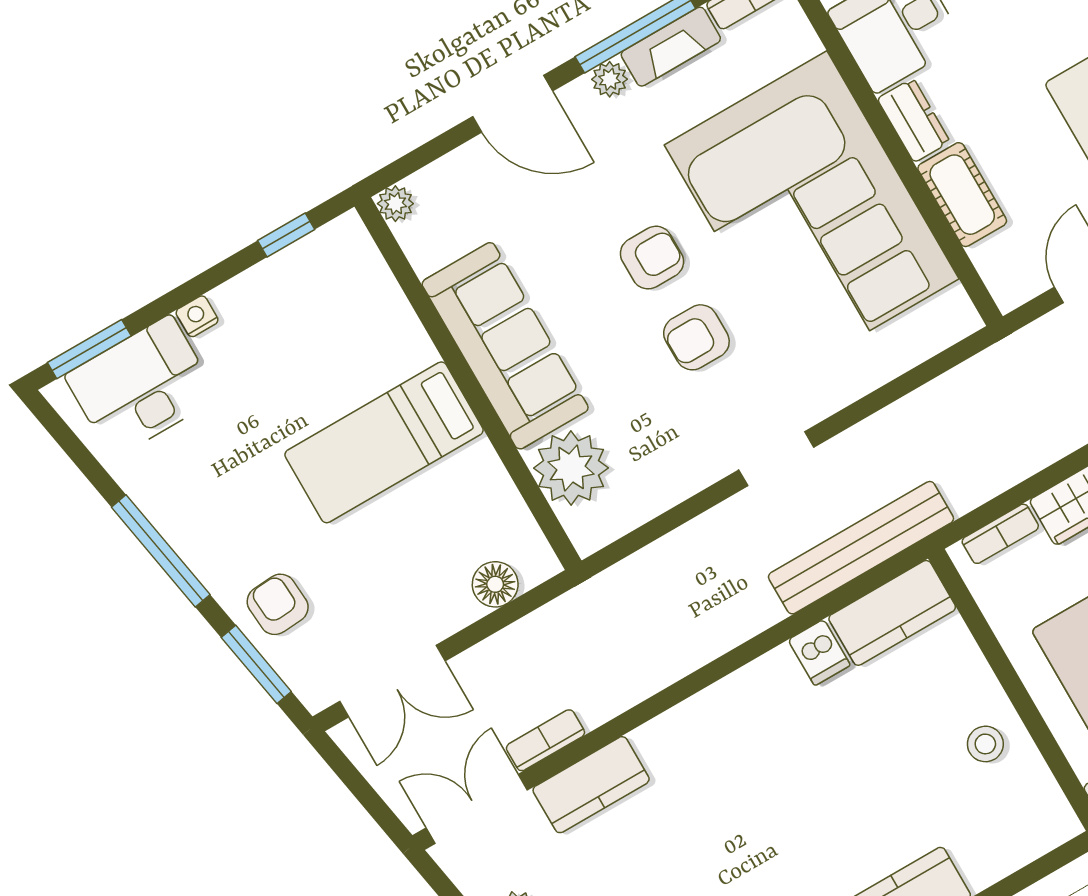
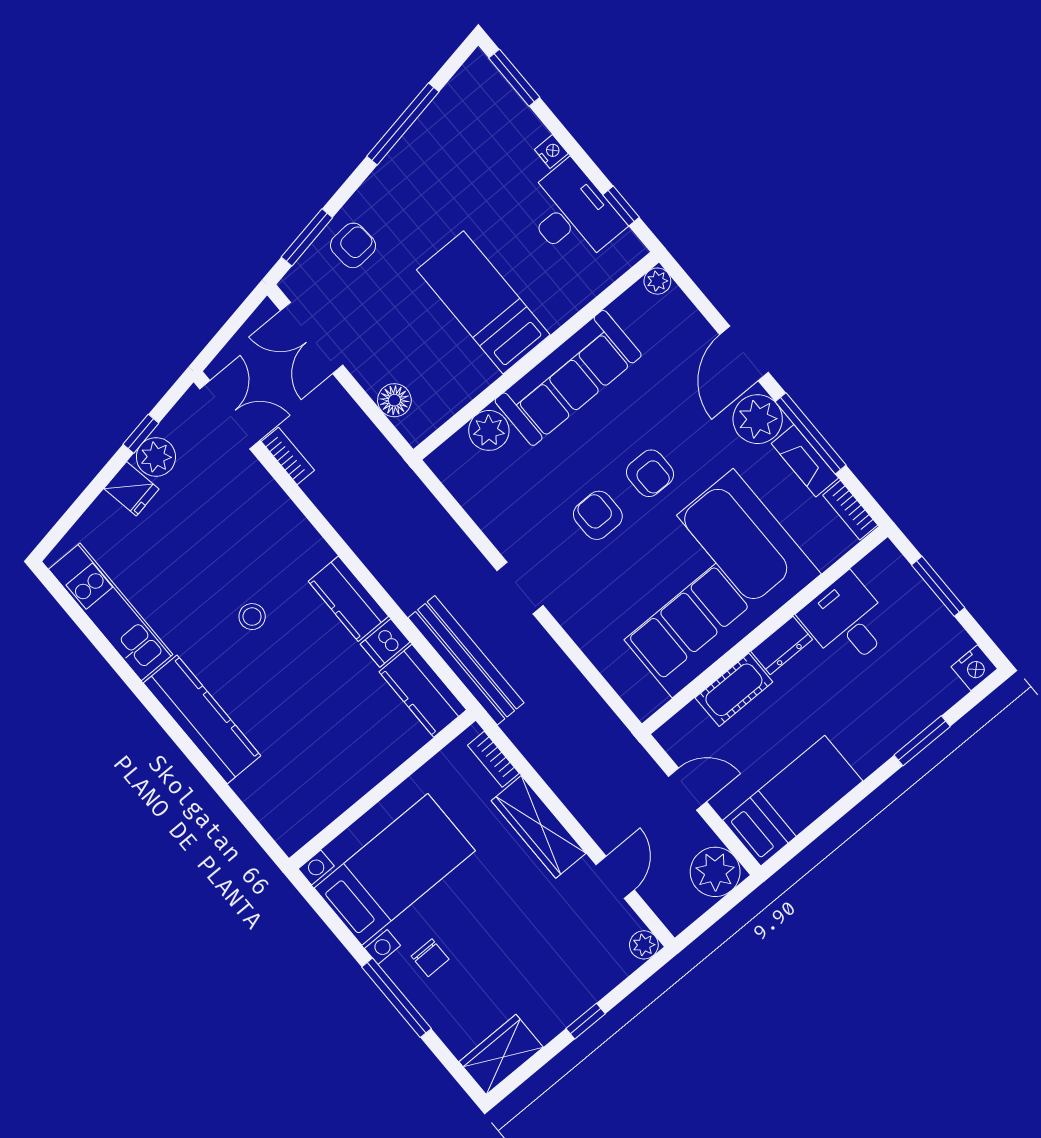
plant: (610, 79) -> (758, 419), width x1.88, depth x1.88
desk: (142, 387) -> (572, 214), moved
plant: (571, 468) -> (489, 430), width x0.73, depth x0.73
window: (161, 551) -> (403, 124), moved
stool: (985, 744) -> (252, 617), moved
kitchen counter: (591, 785) -> (348, 599), moved

